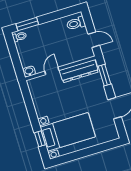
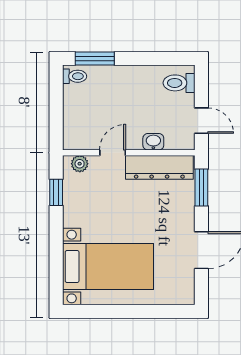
washbasin: (29, 72) -> (153, 142), moved
plant: (36, 82) -> (80, 164), added
window: (40, 139) -> (56, 192), moved

